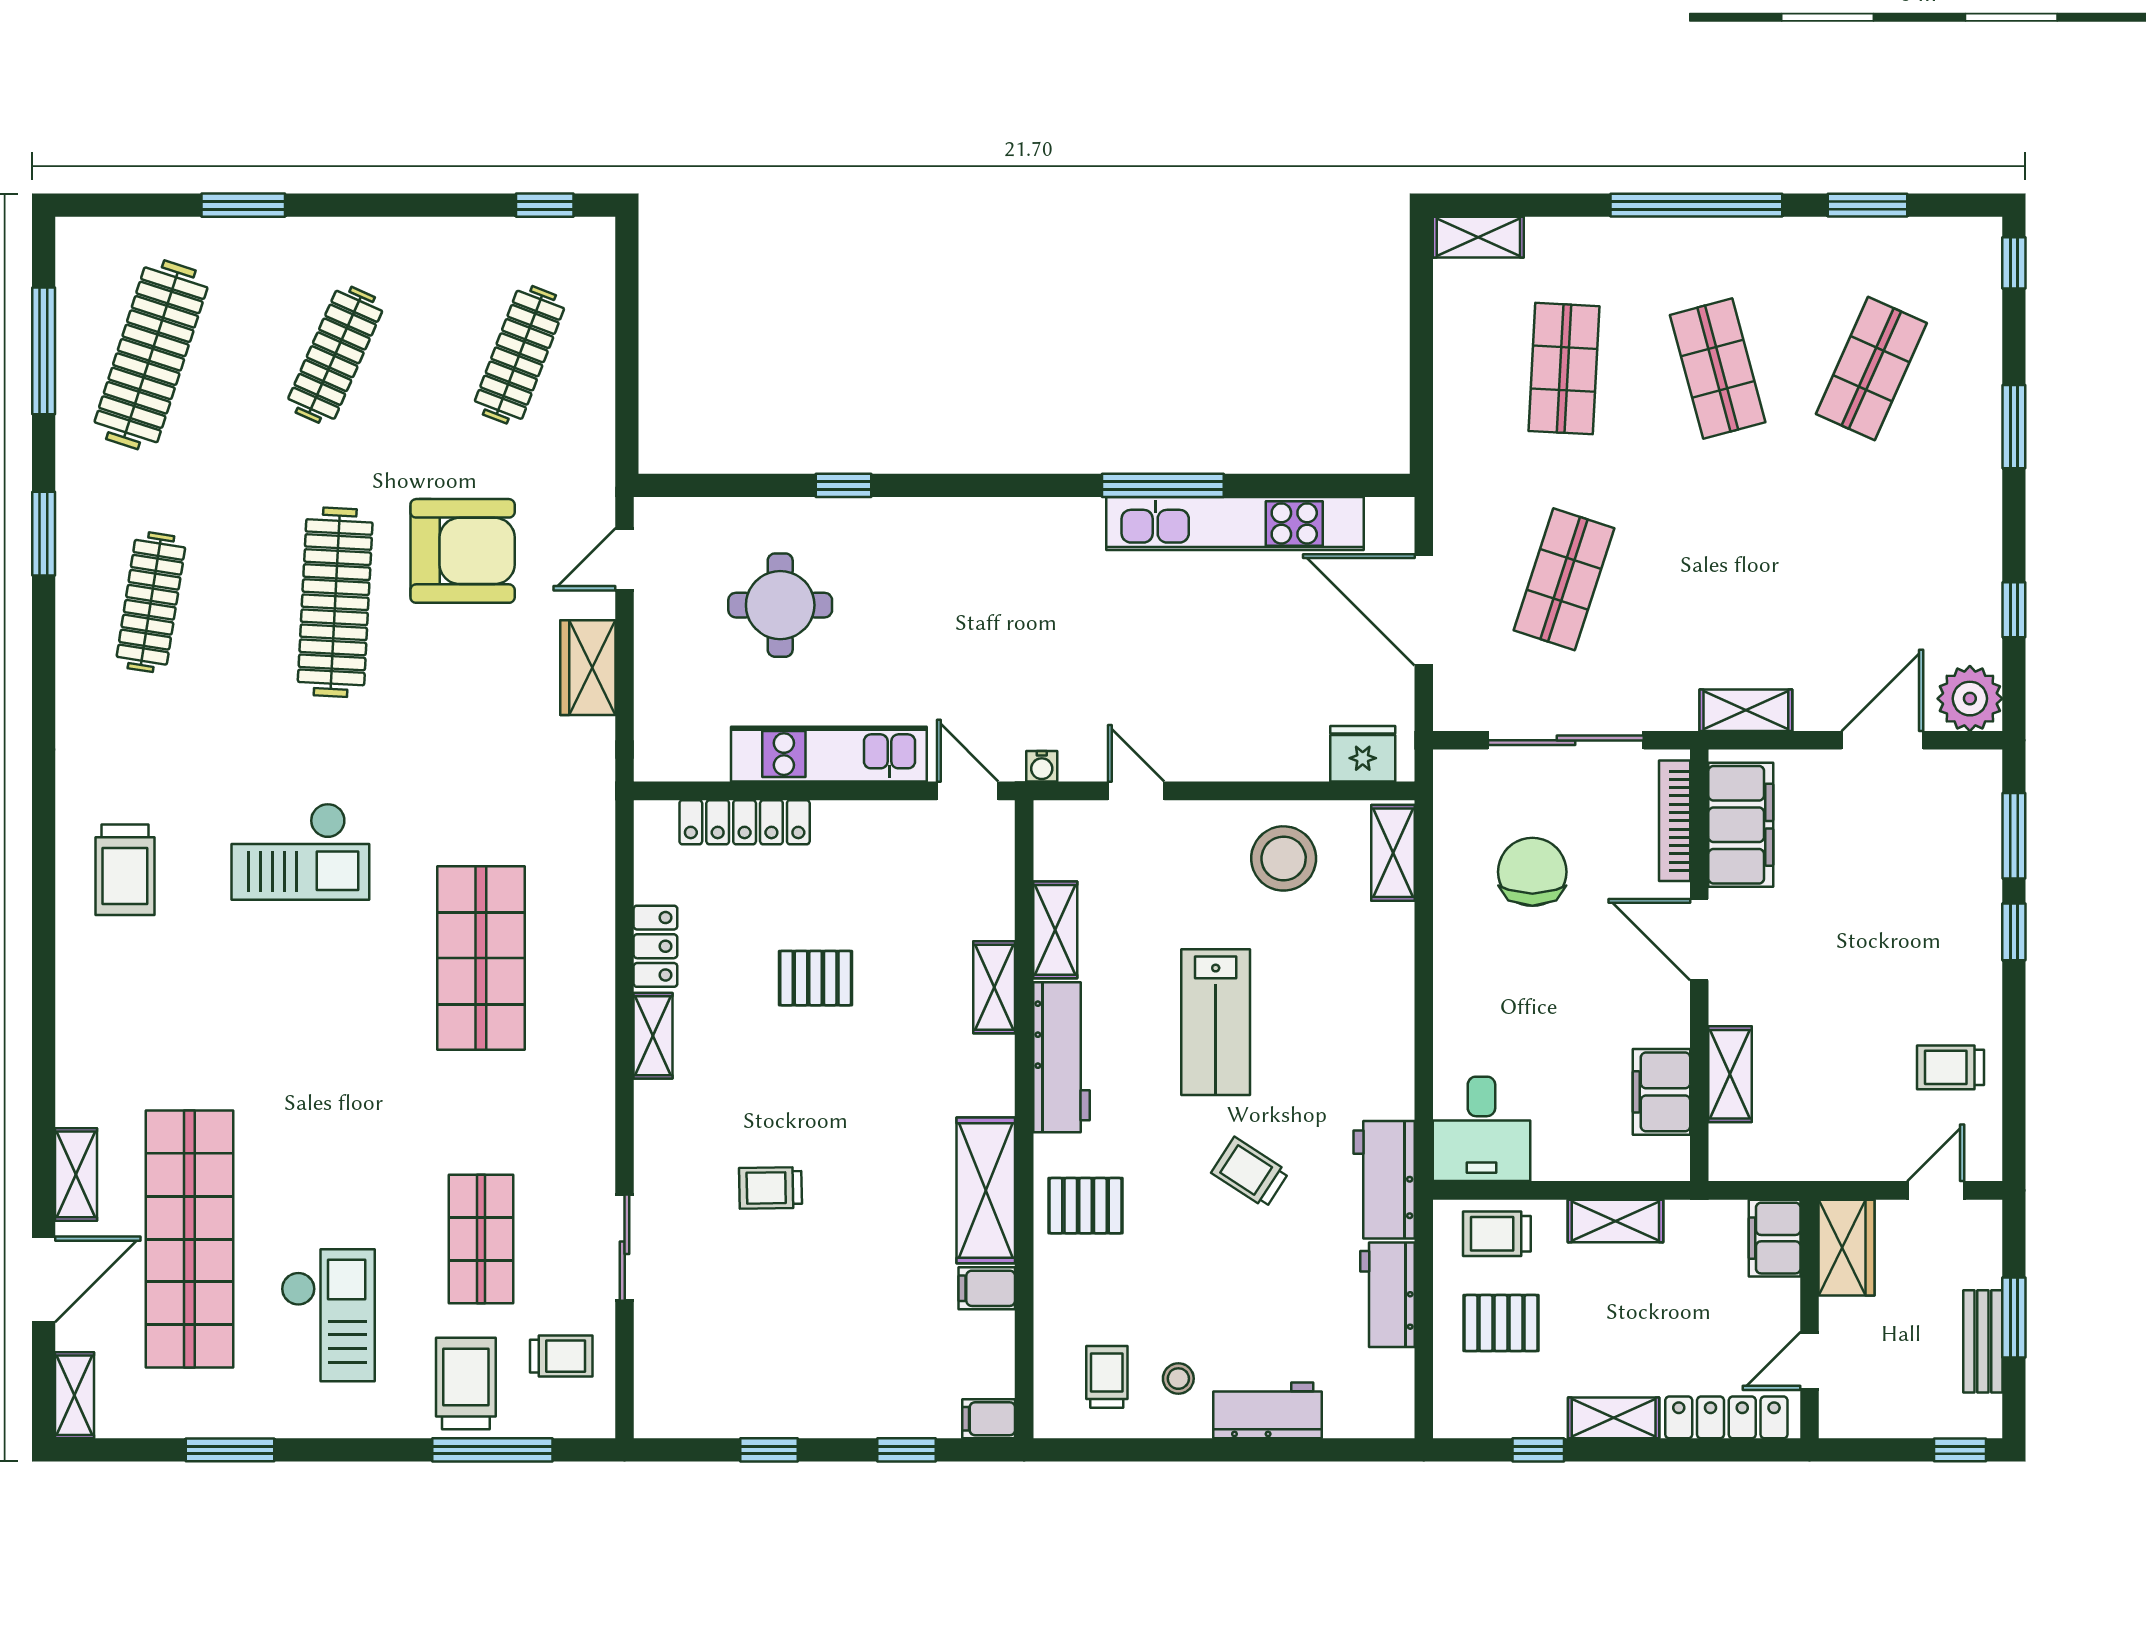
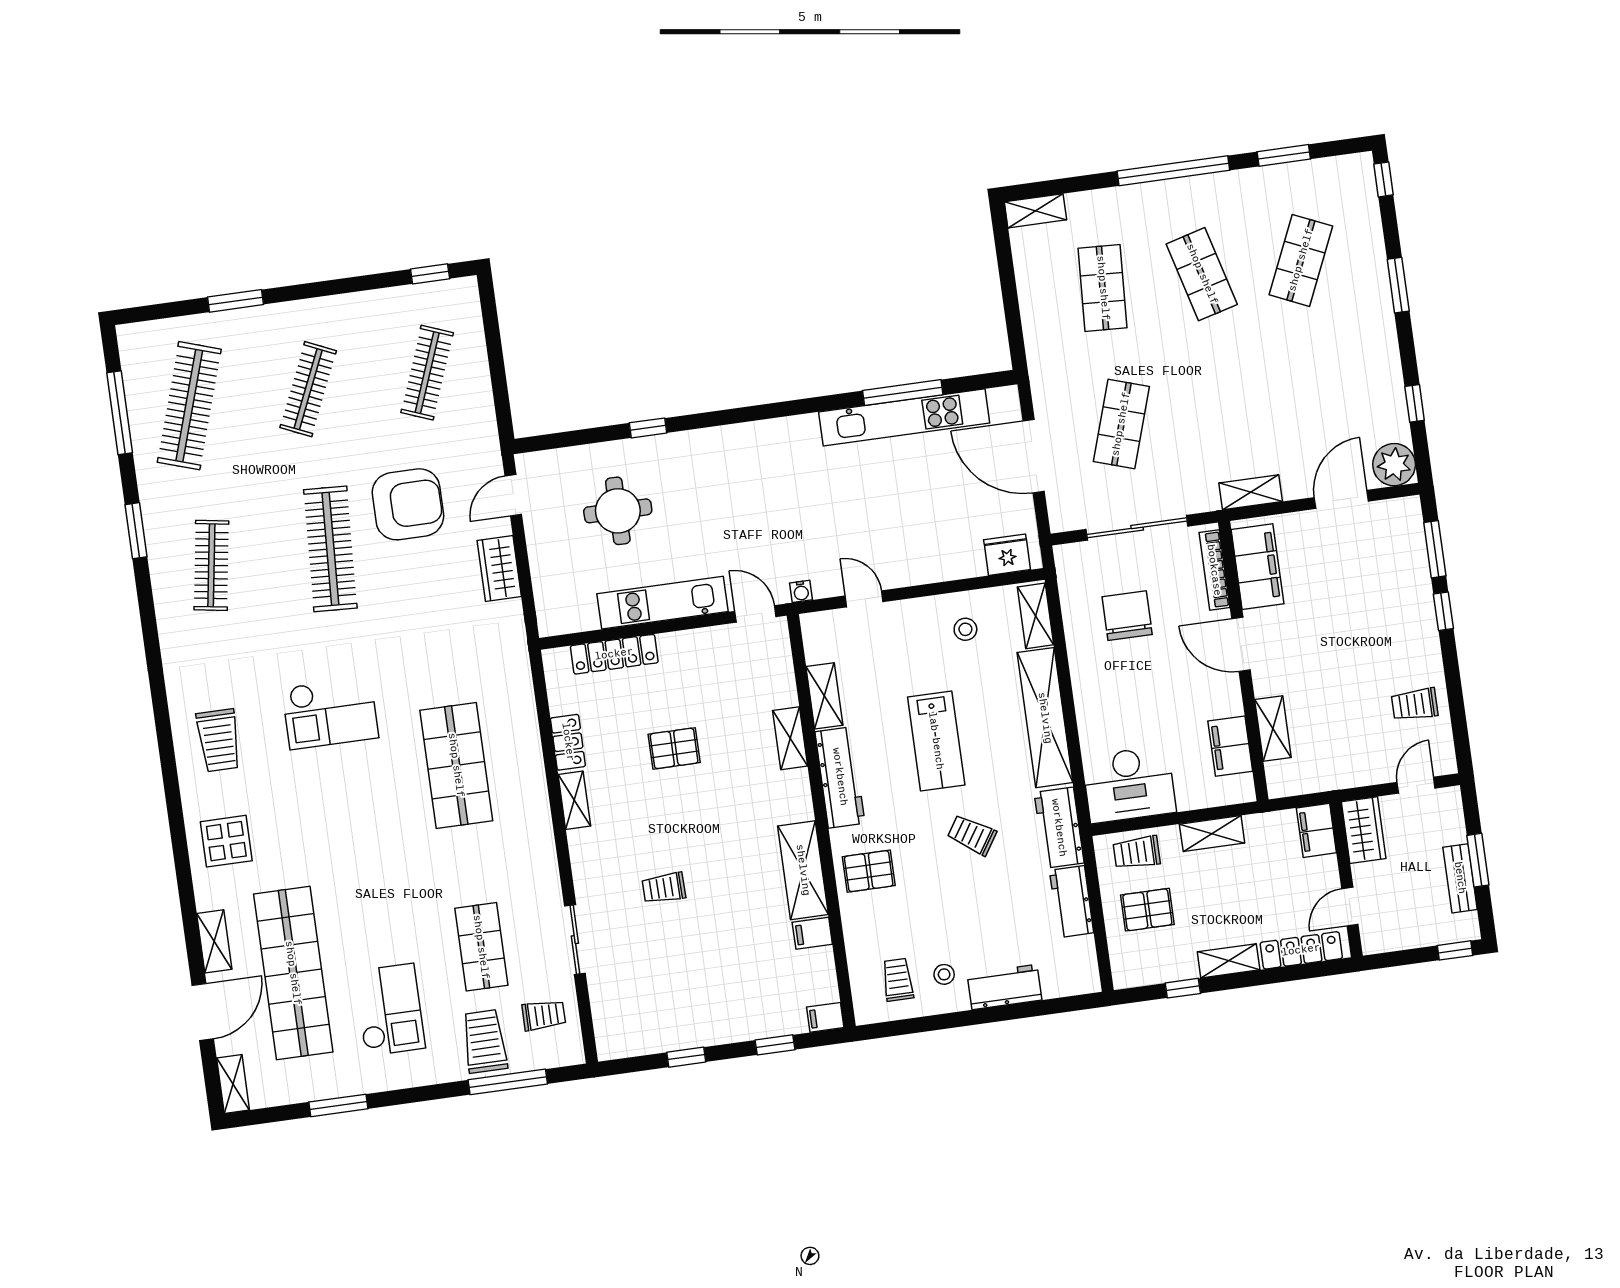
window: (1163, 485) -> (903, 393), moved
stool: (1284, 858) -> (965, 629), width x0.53, depth x0.53
shelving: (1386, 1009) -> (1045, 718), added
display table: (115, 1025) -> (226, 841), added
desk: (1481, 1129) -> (1129, 784), width x1.37

